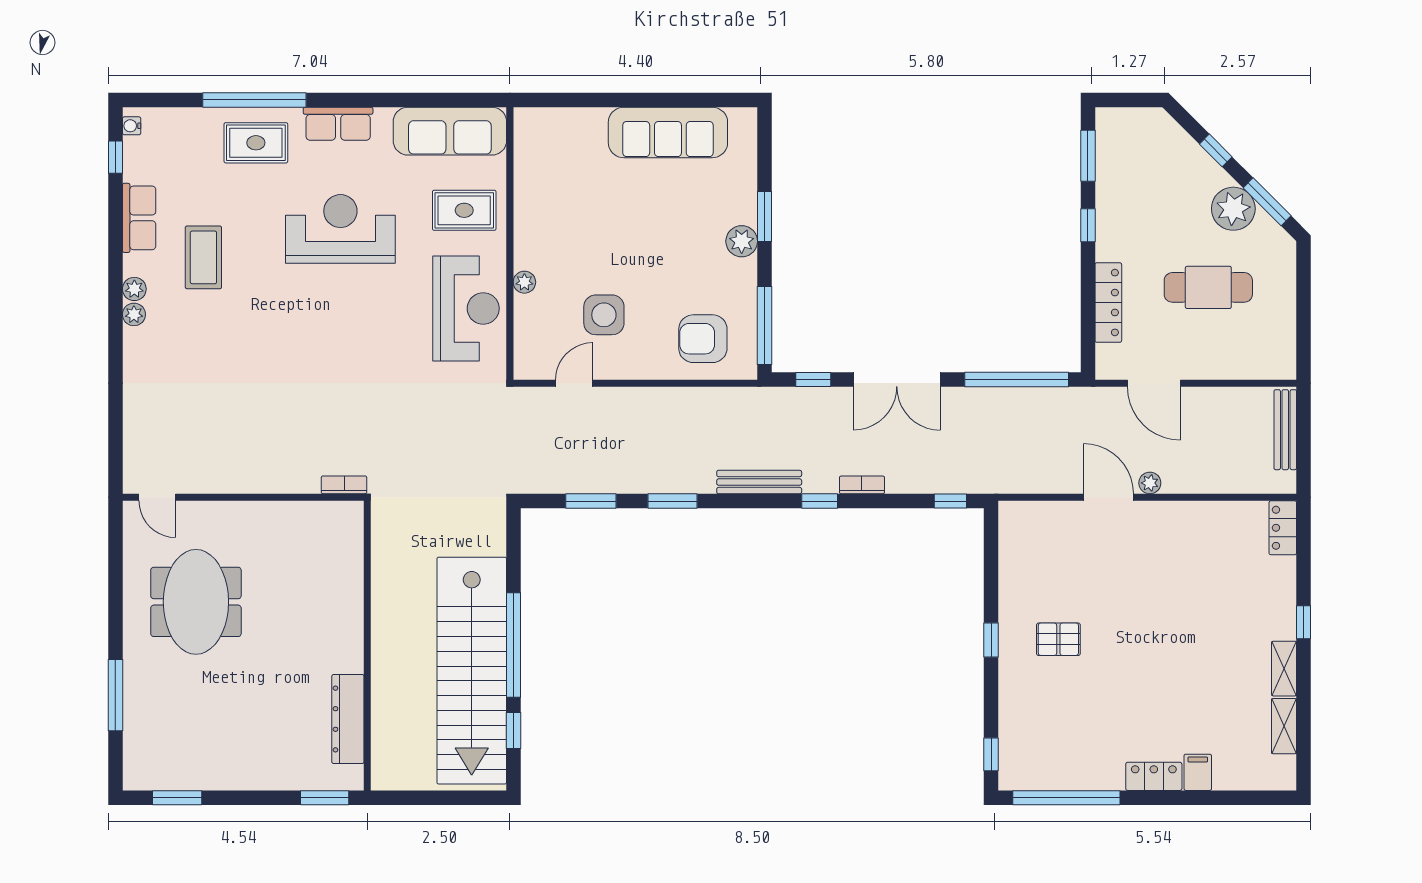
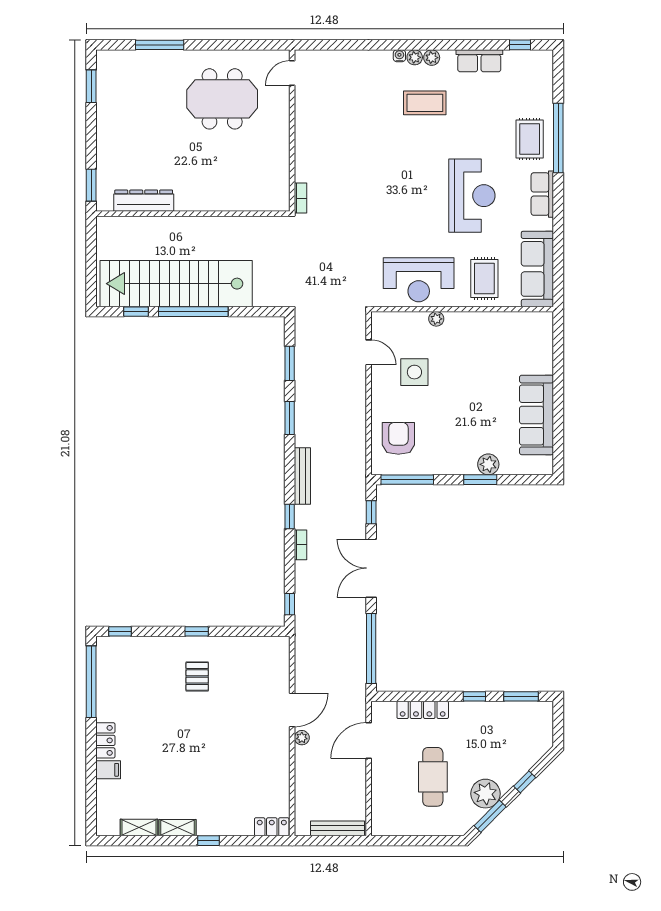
water cooler: (132, 126) -> (399, 56), moved
plant: (742, 241) -> (488, 464), moved
coffee table: (203, 257) -> (425, 103), moved

